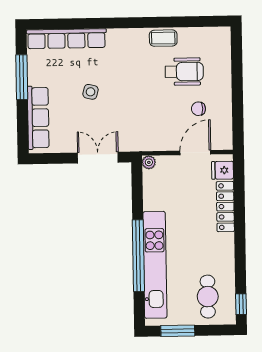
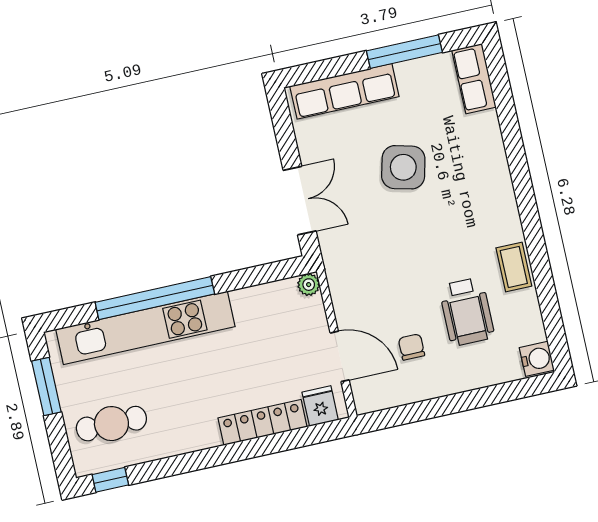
water cooler: (221, 36) -> (537, 359), added
row of seats: (66, 39) -> (474, 79), width x0.50
side table: (90, 92) -> (403, 167), width x1.87, depth x1.87

